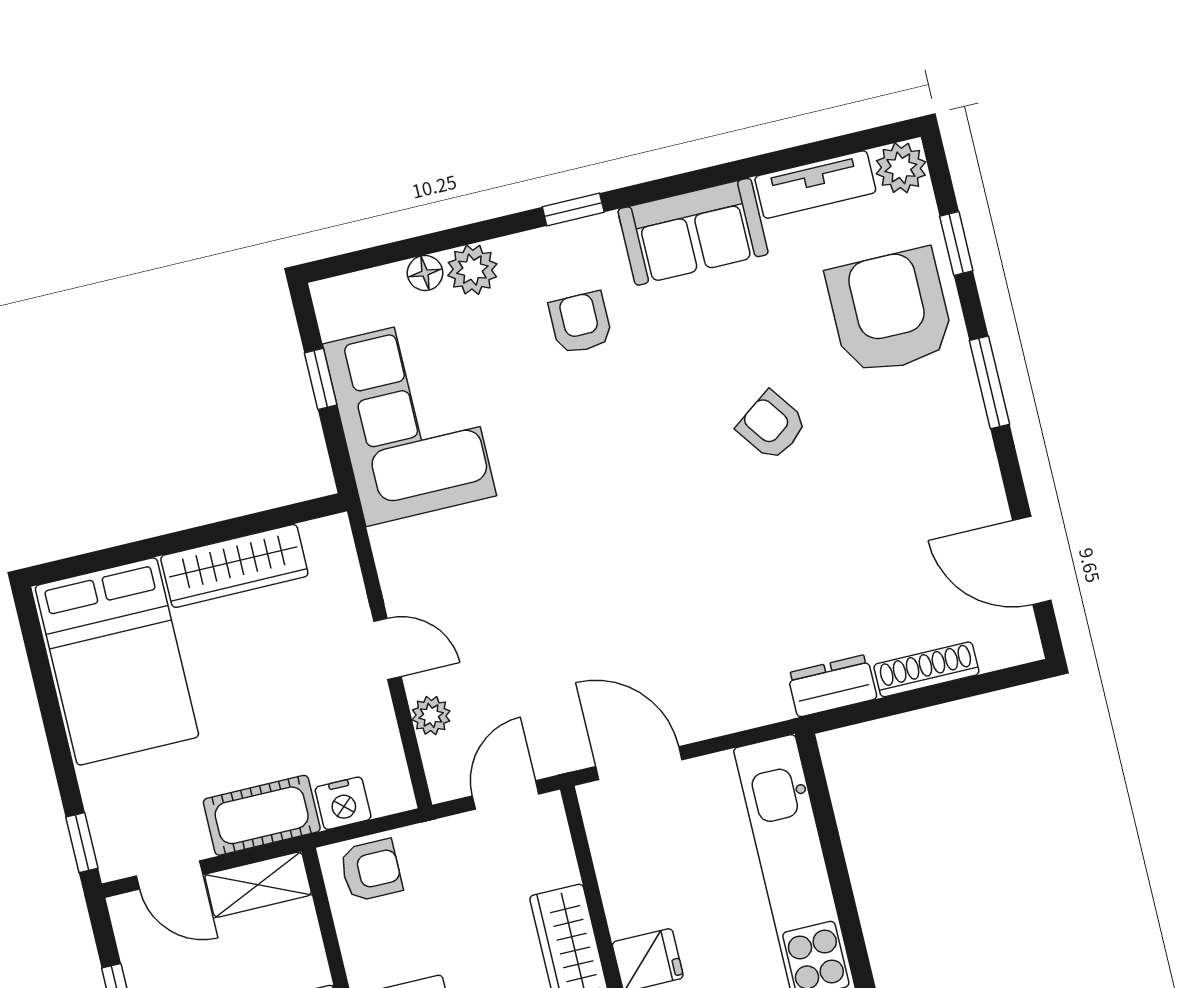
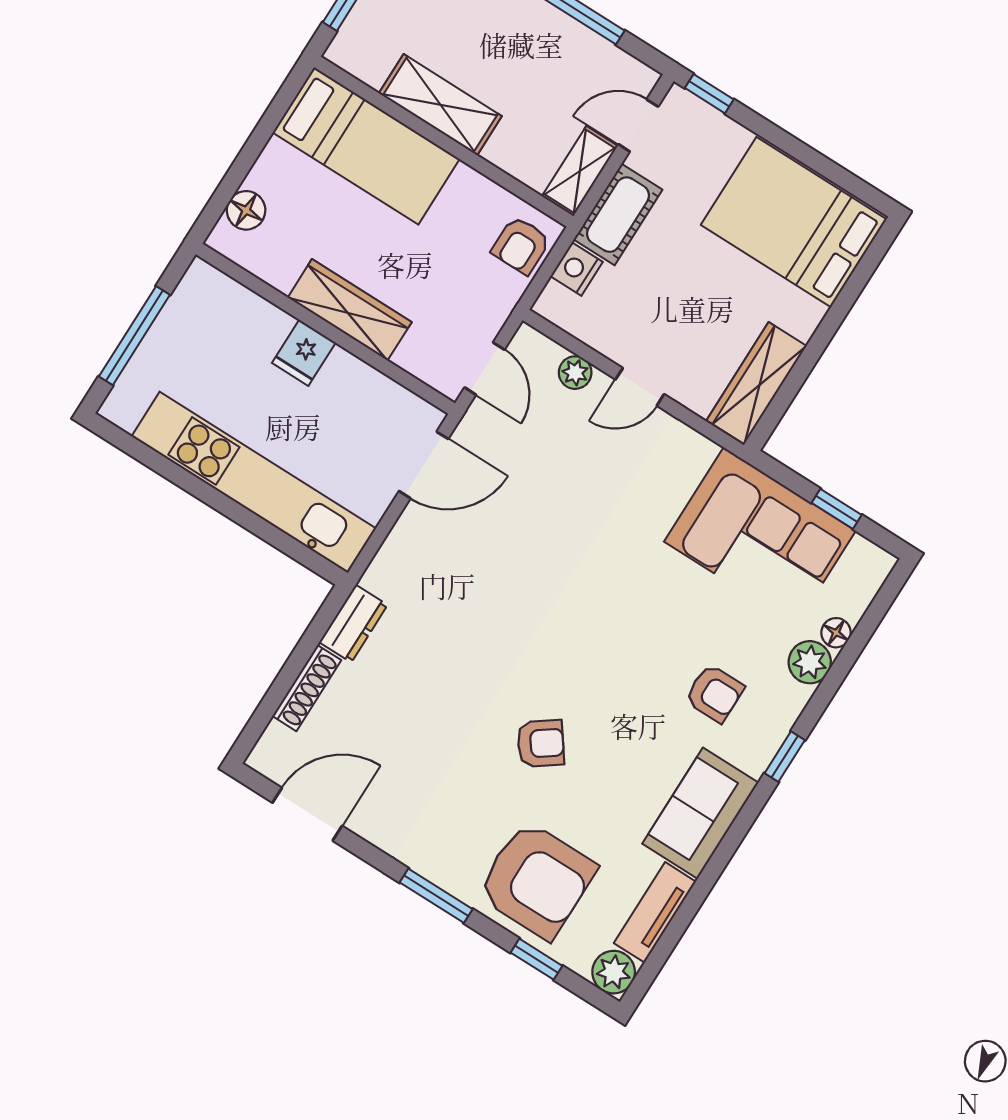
wardrobe: (234, 566) -> (757, 383), moved

